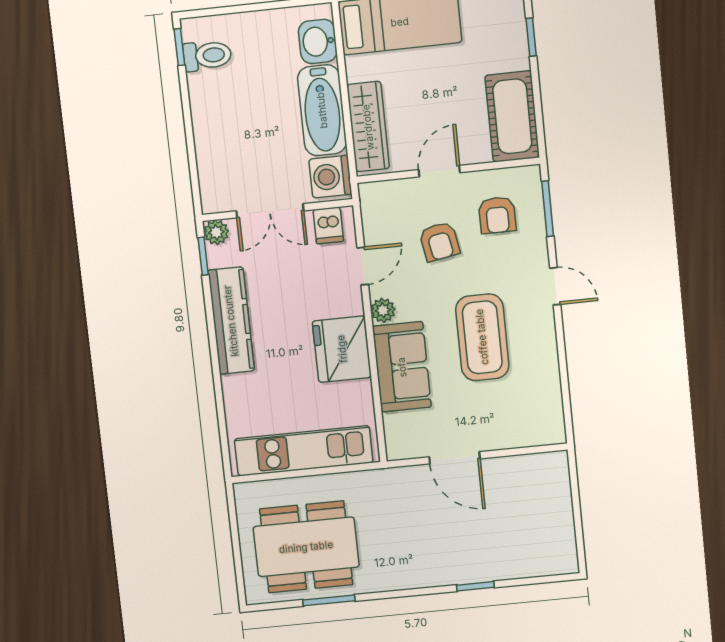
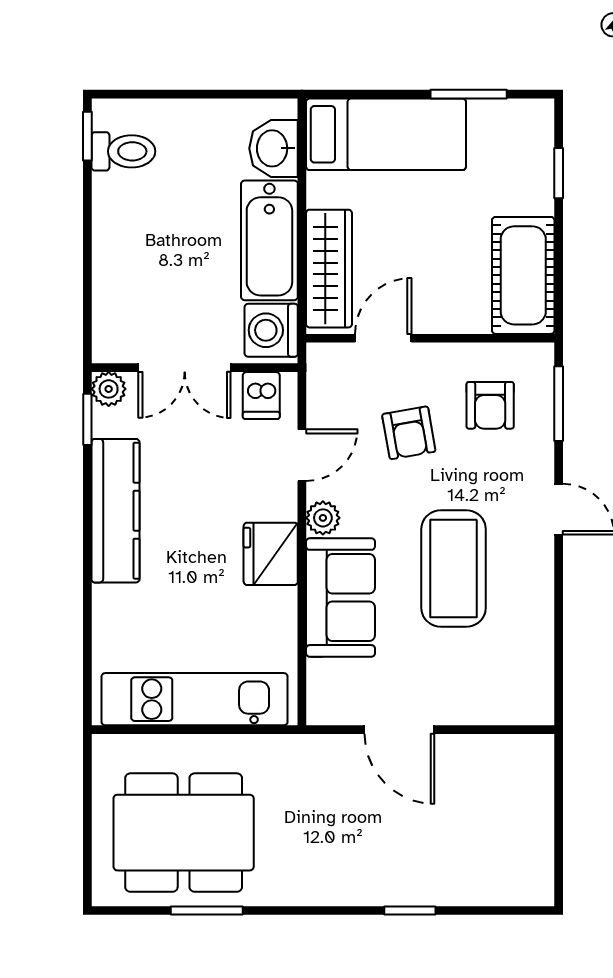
door: (439, 171) -> (383, 338), moved
fridge: (342, 349) -> (271, 554), width x0.73, depth x0.75

